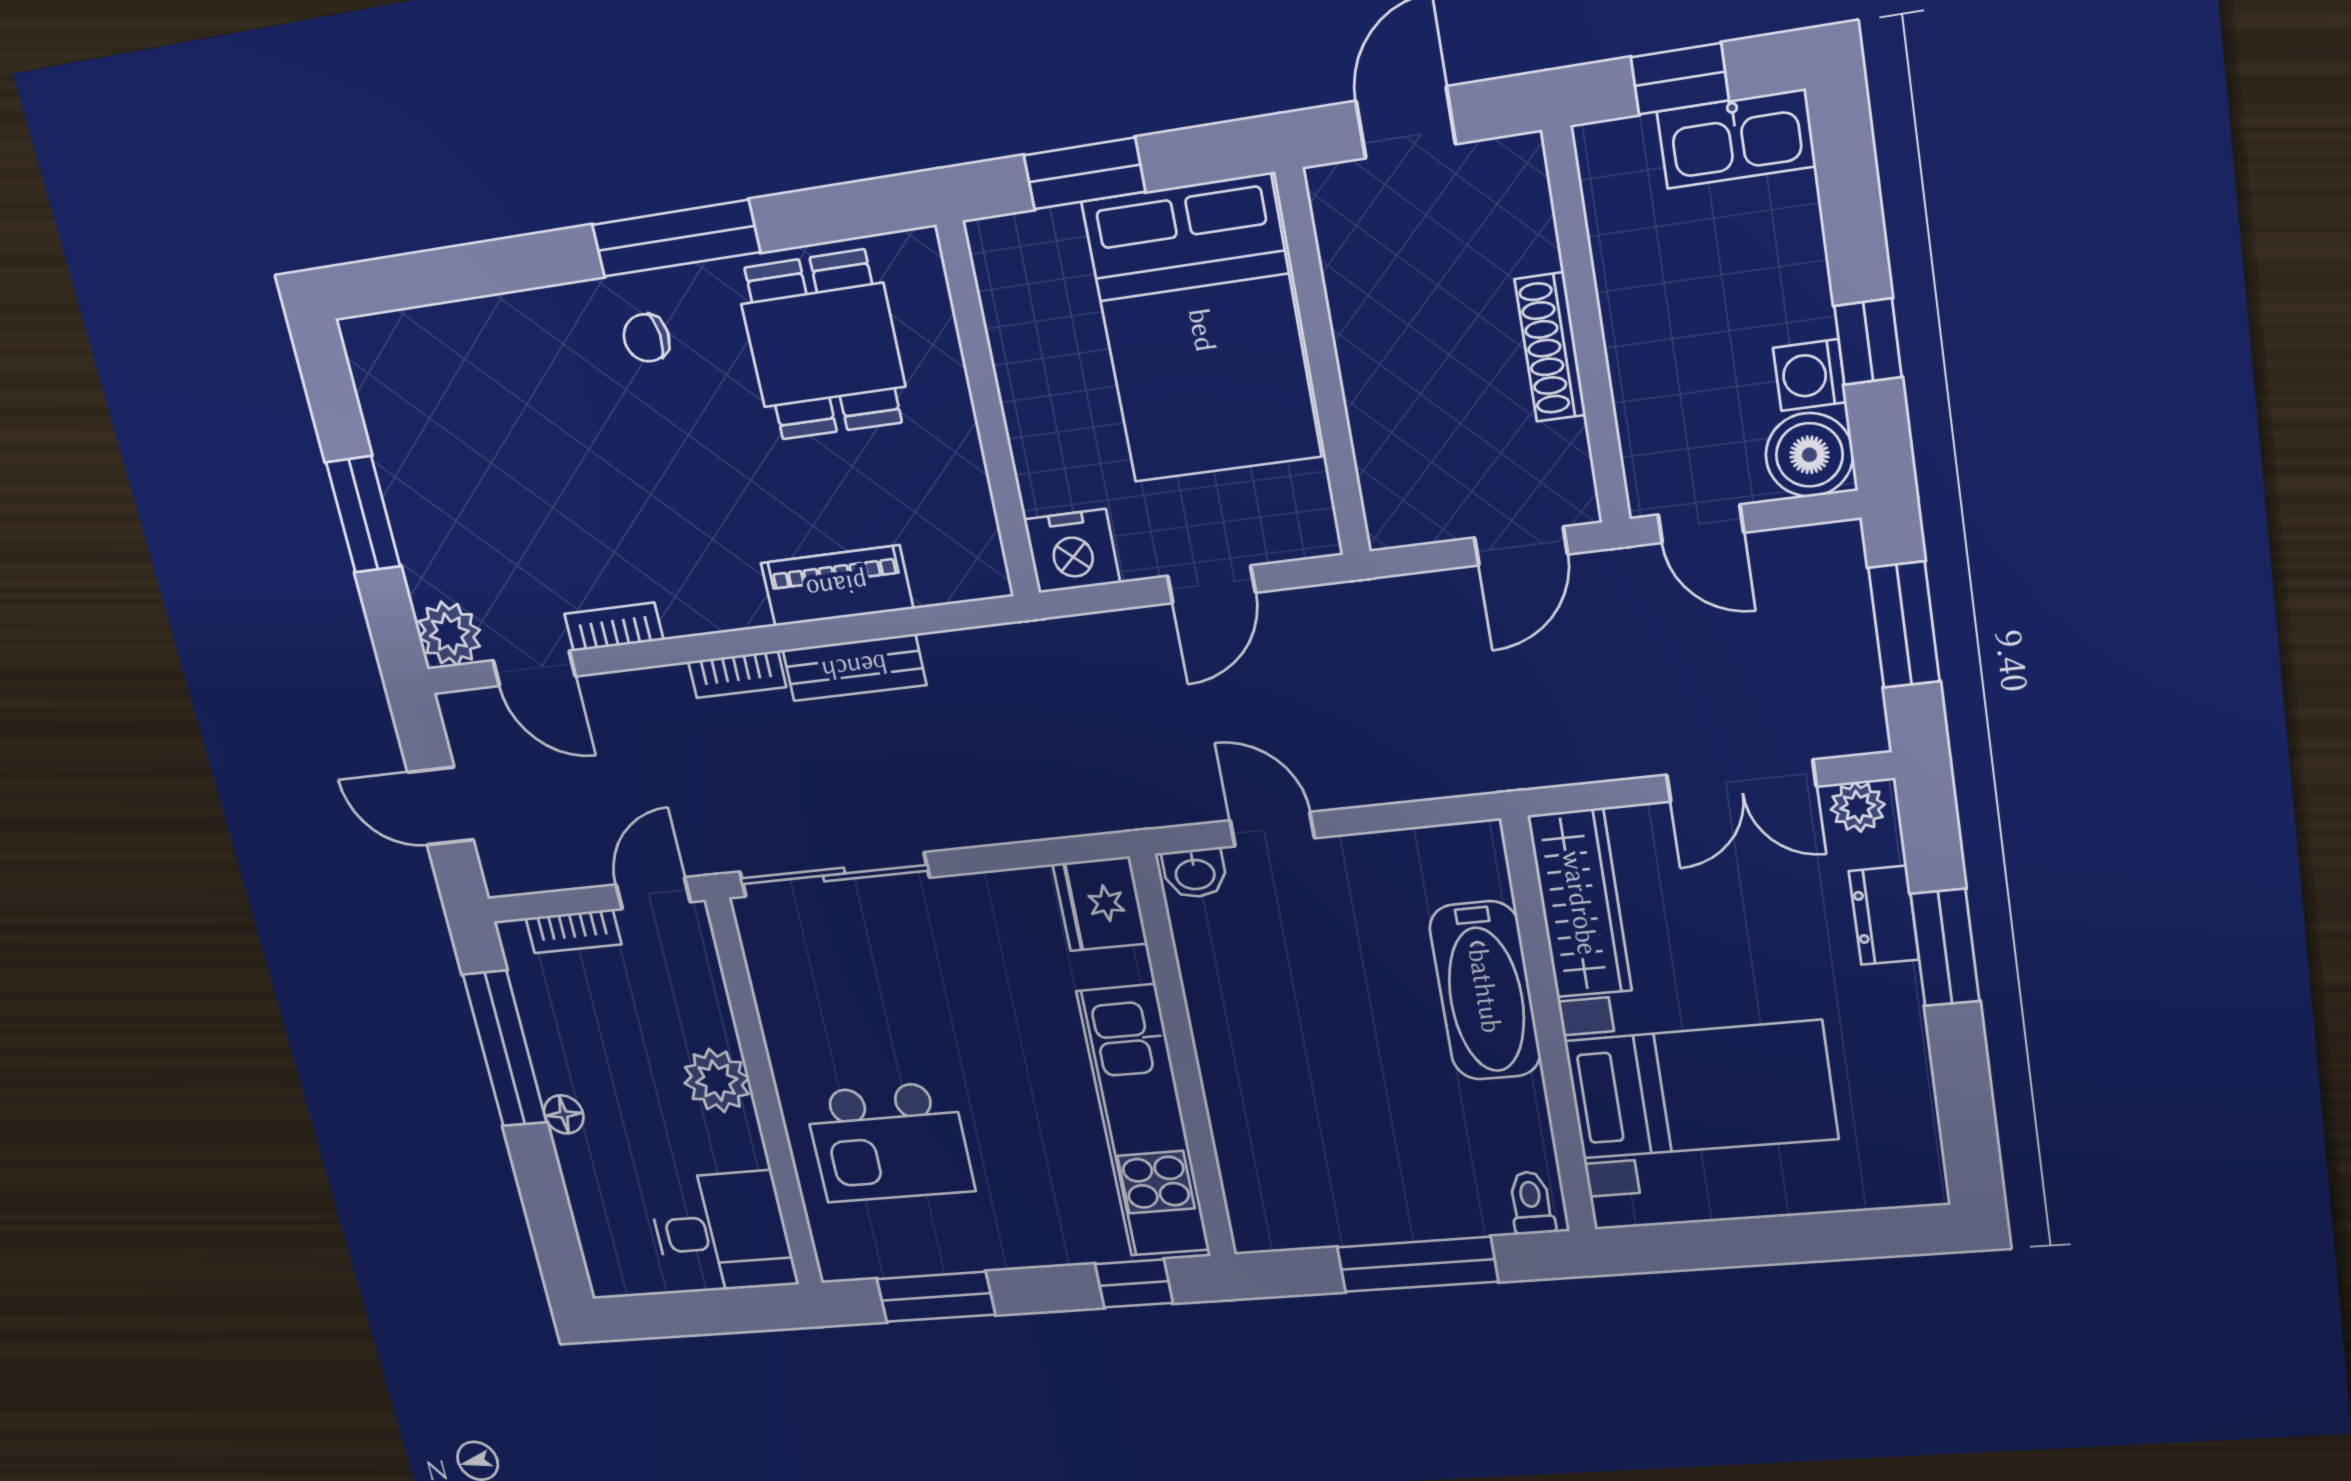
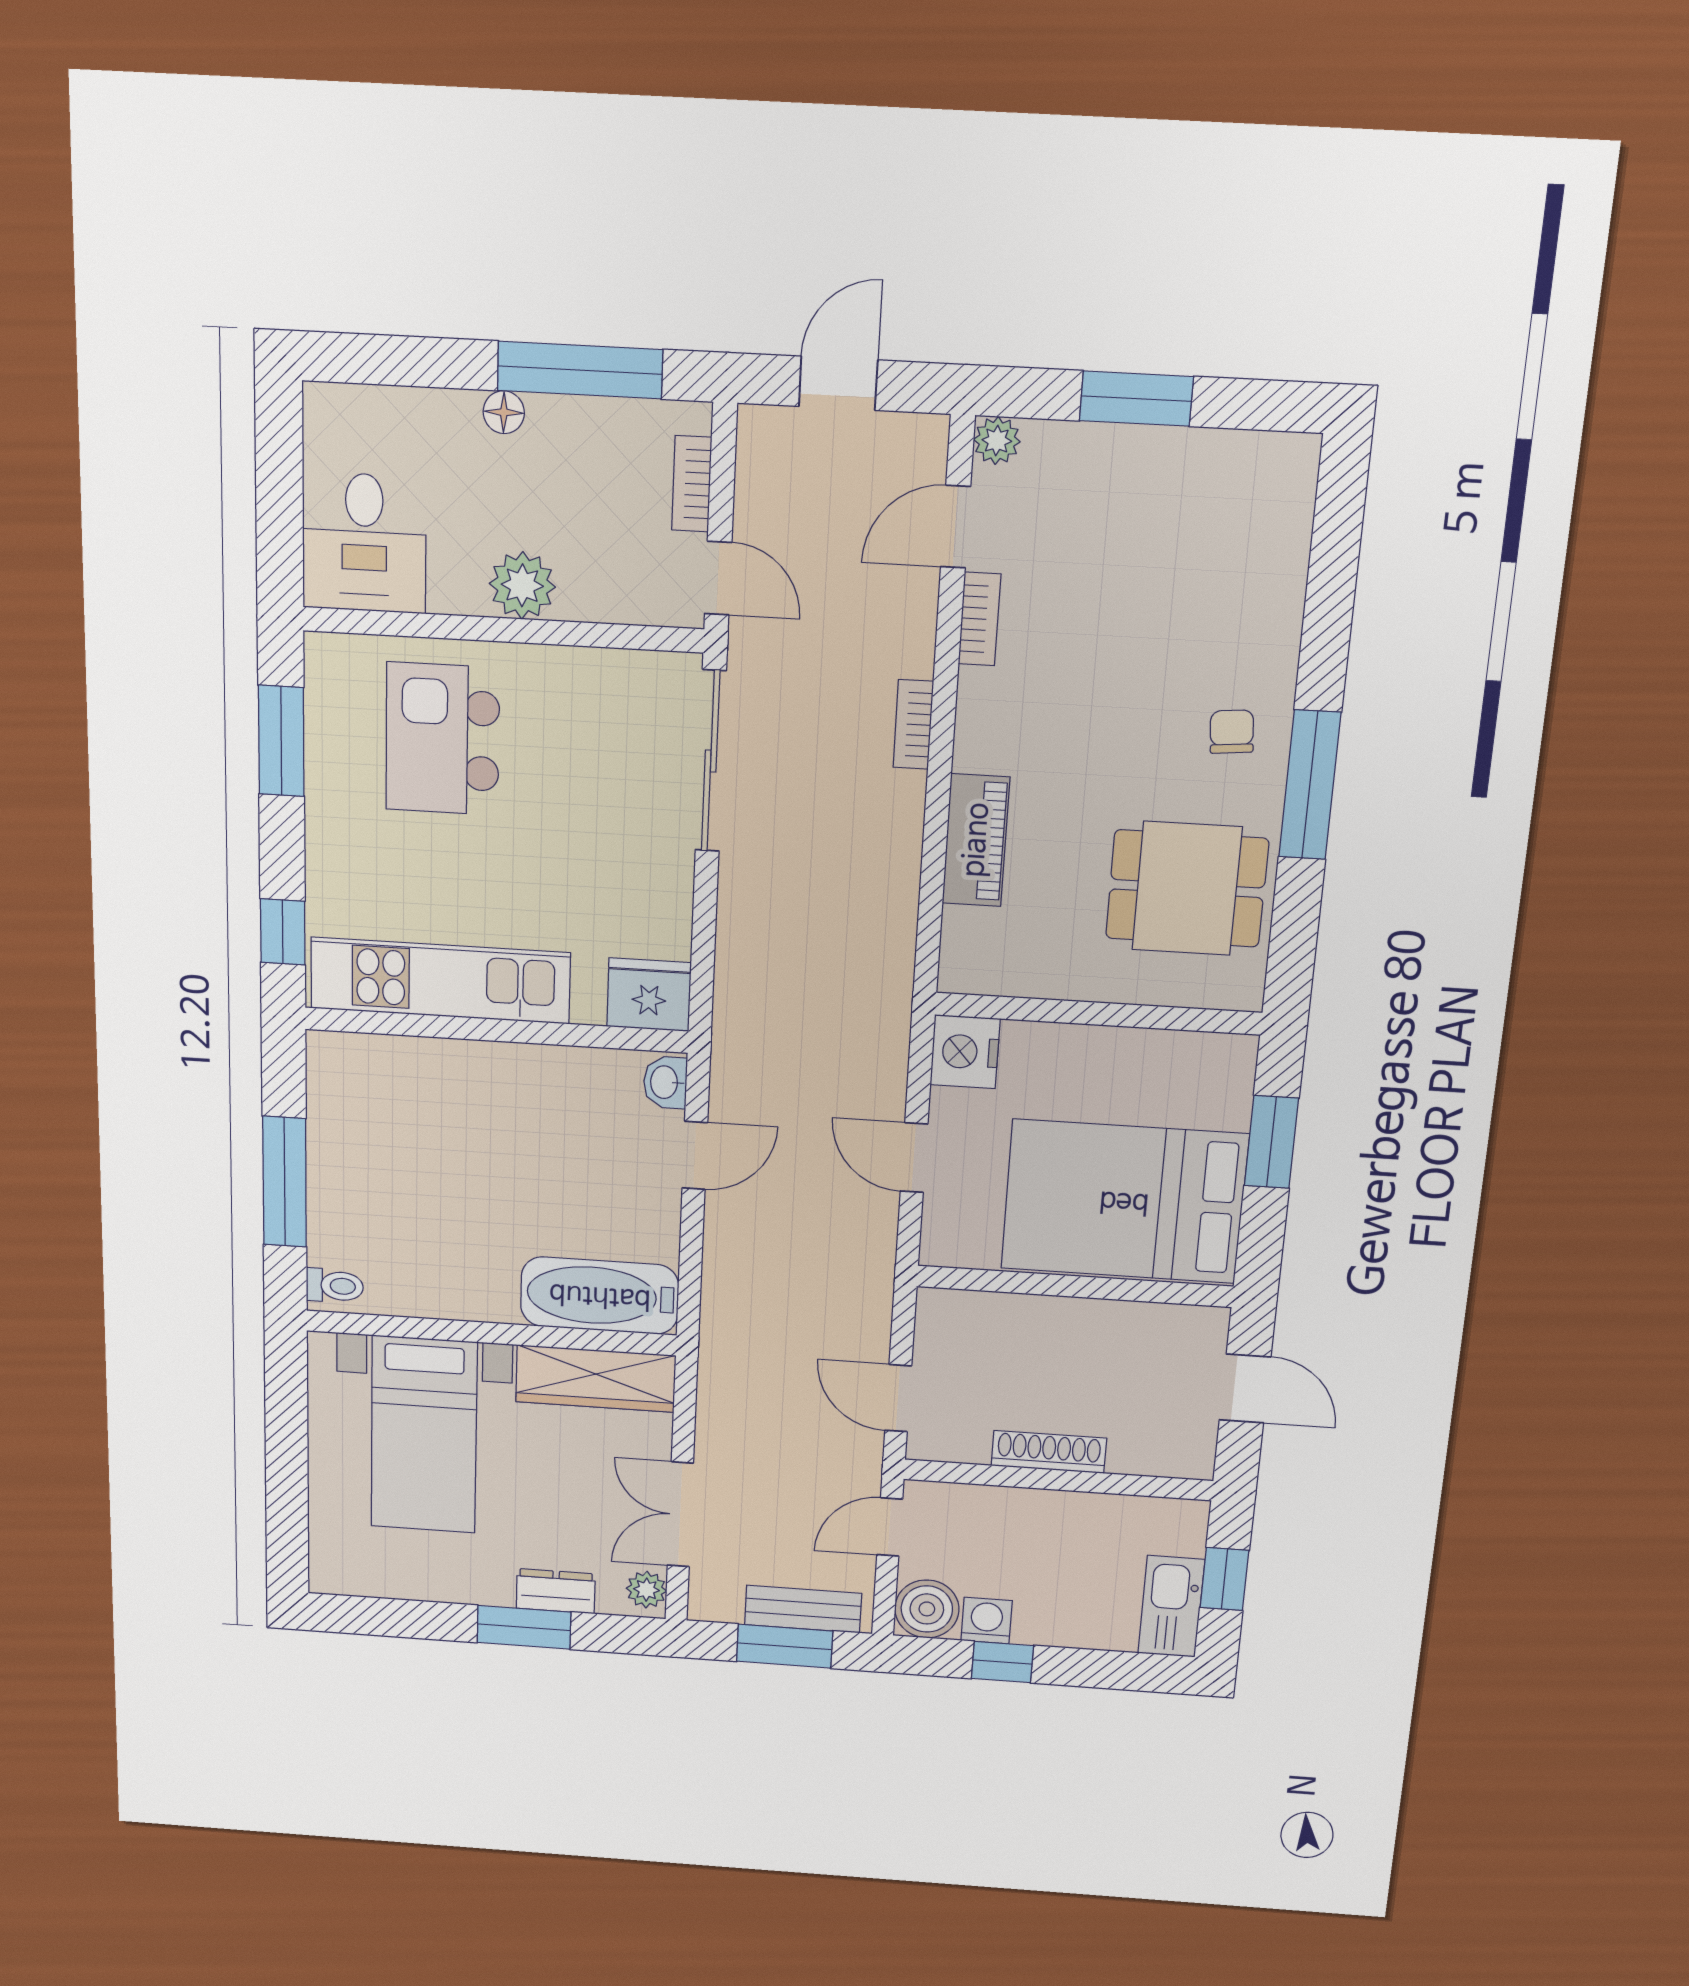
plant: (449, 634) -> (997, 441), width x0.73, depth x0.73
bench: (854, 667) -> (803, 1609), moved, turned 90
bathtub: (1485, 991) -> (600, 1296), moved

